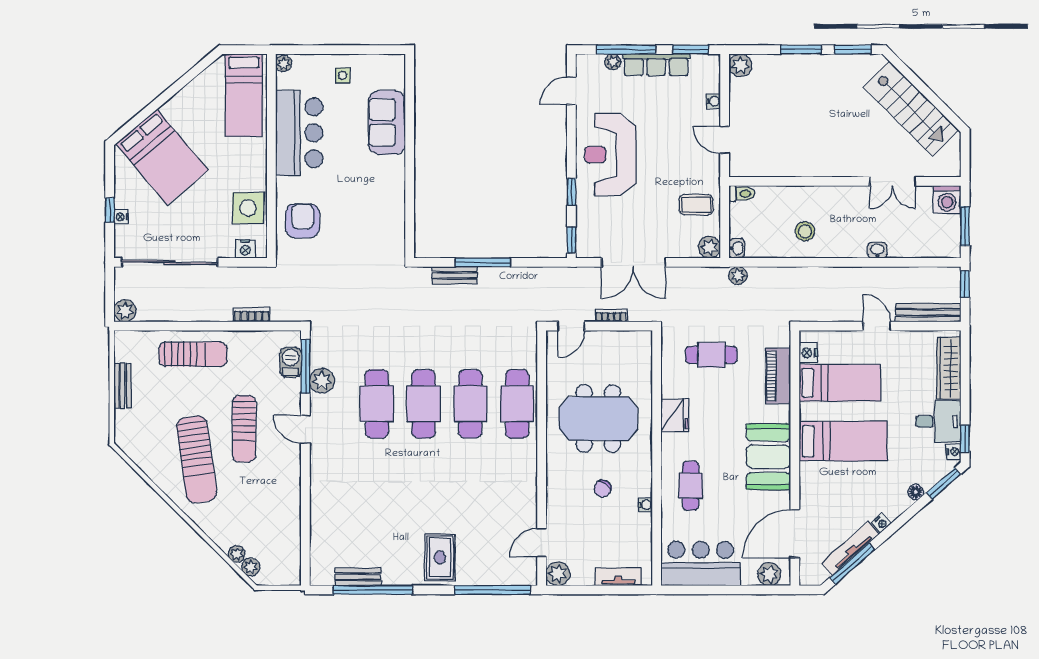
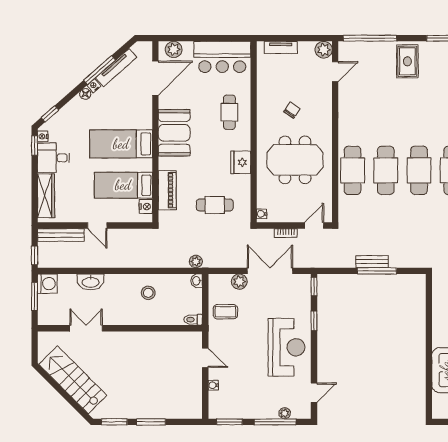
row of seats: (656, 65) -> (254, 411), removed
plant: (740, 65) -> (194, 411), removed
washing machine: (947, 199) -> (47, 284), moved, turned 90
plant: (709, 247) -> (239, 282), moved
washbasin: (877, 250) -> (91, 282), width x1.91, depth x1.45
bench: (455, 275) -> (372, 262), moved
window: (943, 483) -> (50, 114), width x0.67
floor lamp: (916, 492) -> (85, 94), moved
water cooler: (645, 505) -> (262, 214), moved
window: (852, 564) -> (100, 70), moved

